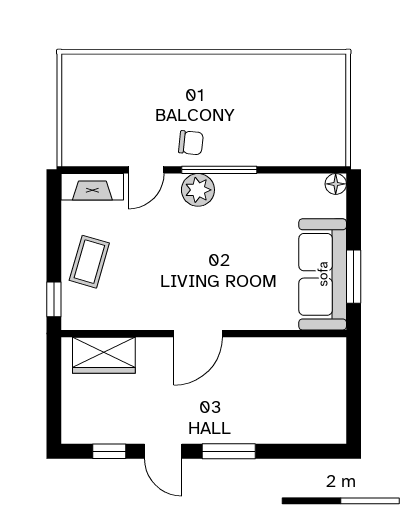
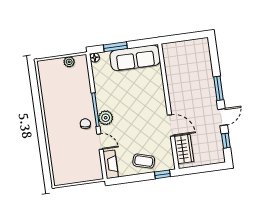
plant: (334, 126) -> (69, 62), added
window: (354, 277) -> (115, 47), moved
door: (198, 334) -> (171, 125), moved

